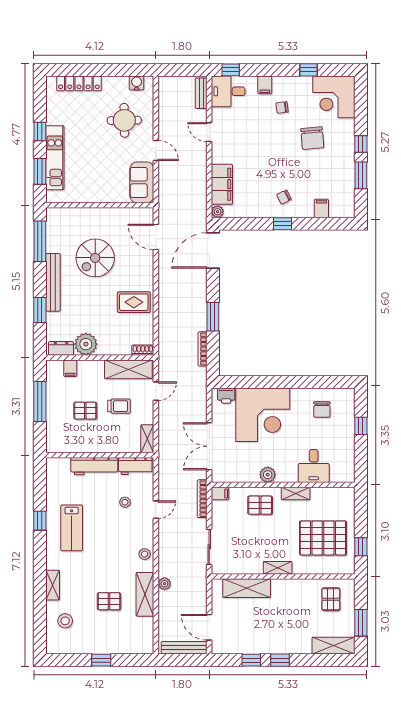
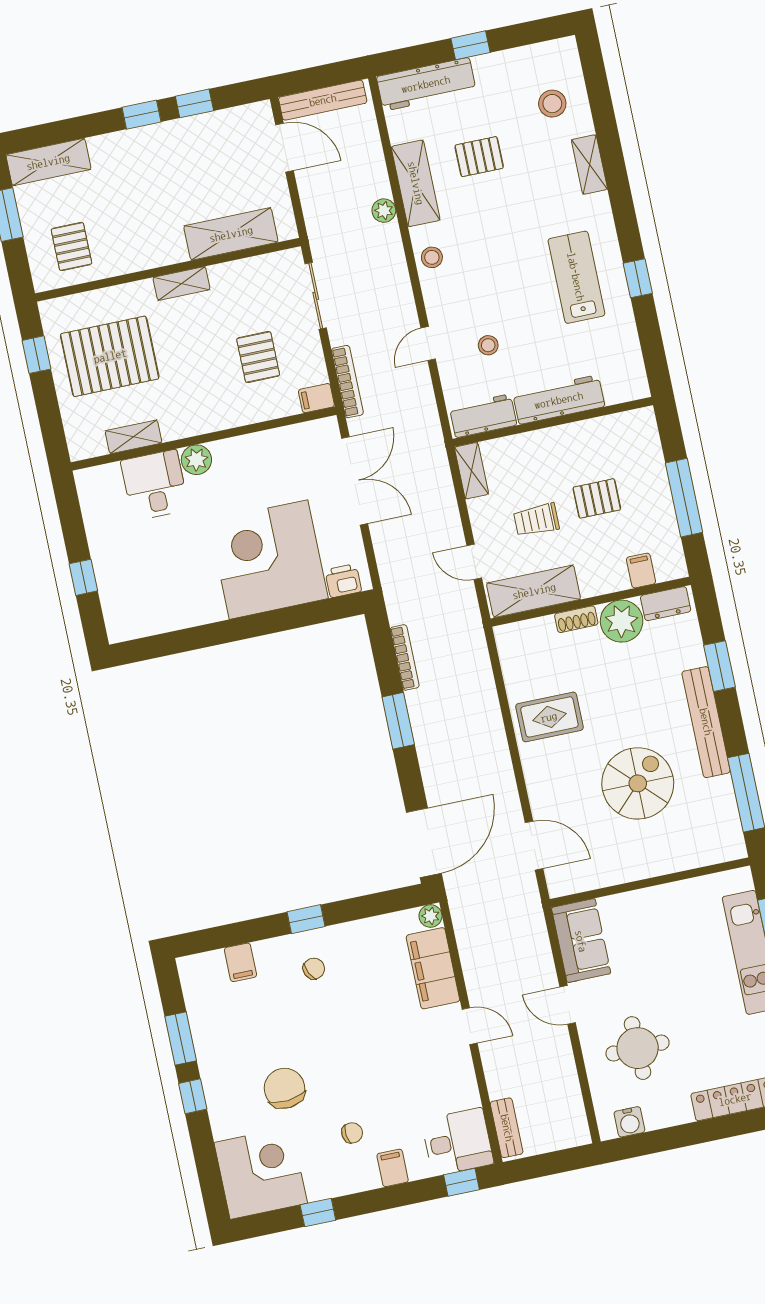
door: (209, 132) -> (470, 1026), moved
shoe rack: (143, 350) -> (576, 619), moved
door: (156, 391) -> (474, 562), hinge flipped
chair: (322, 410) -> (162, 592), removed
plant: (268, 475) -> (196, 460), moved
shelving: (296, 493) -> (134, 437), moved
pallet: (260, 505) -> (258, 357), moved, turned 90
workbench: (128, 645) -> (426, 84), added

